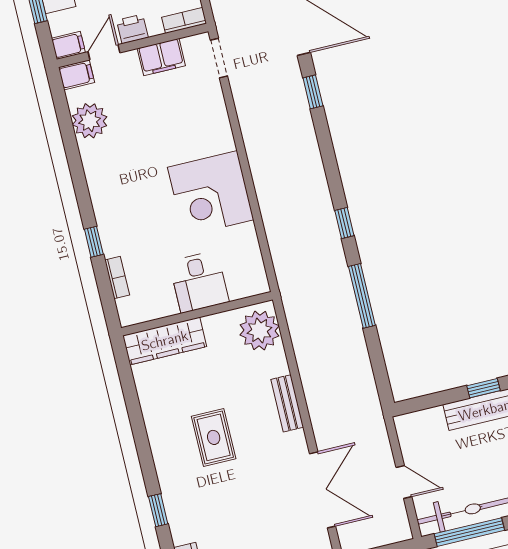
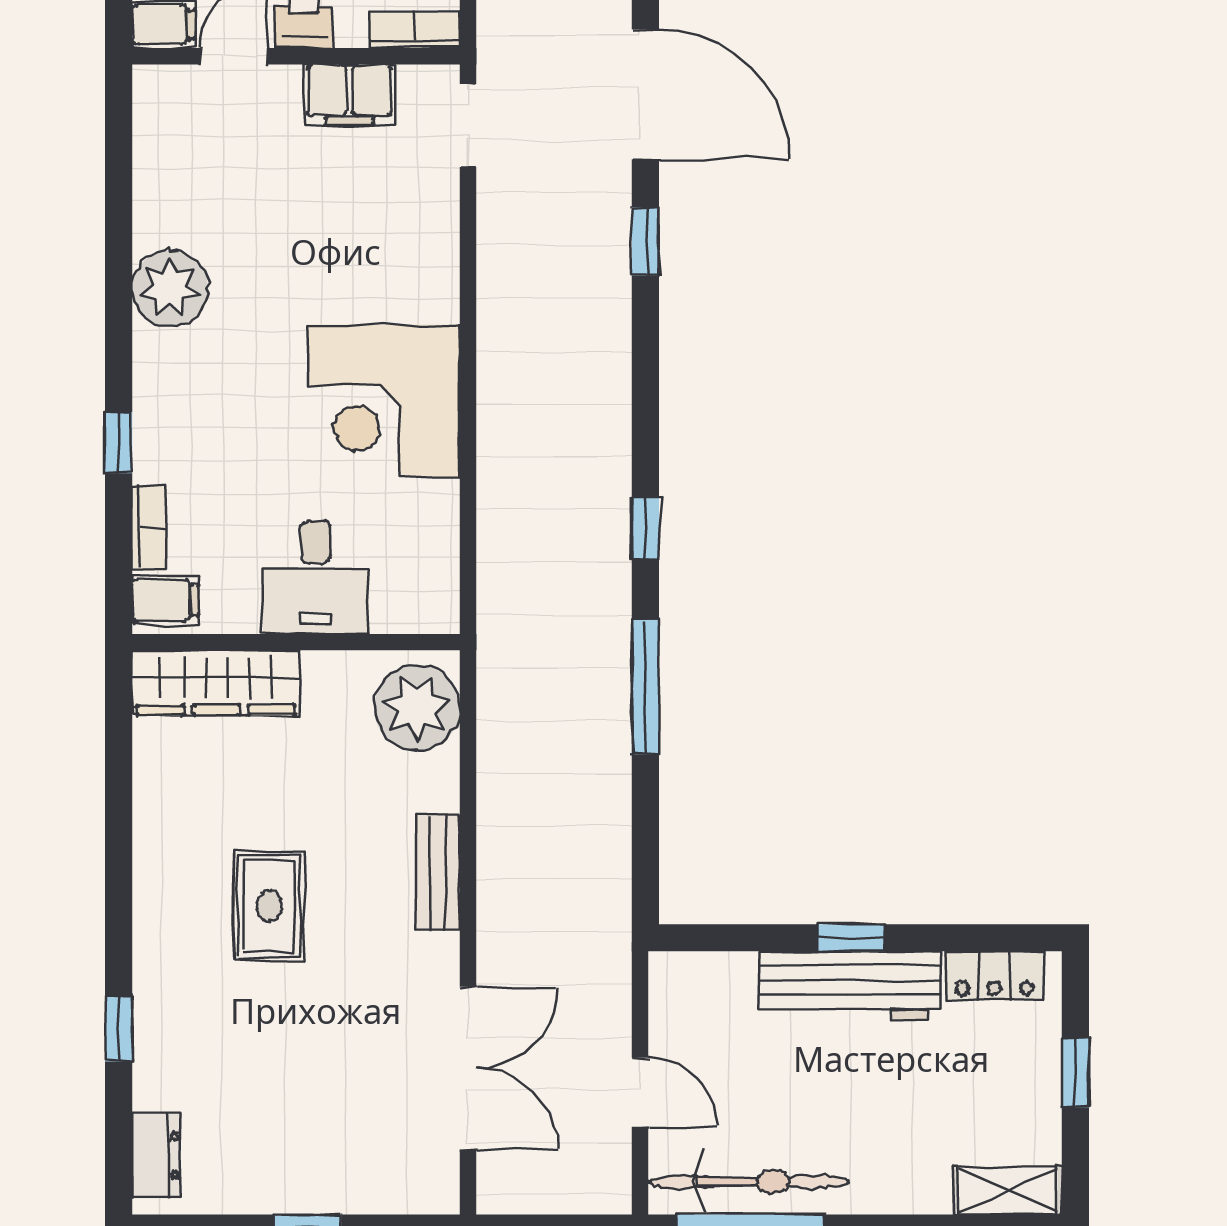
filing cabinet: (76, 75) -> (166, 600), moved
plant: (90, 121) -> (170, 289), moved

